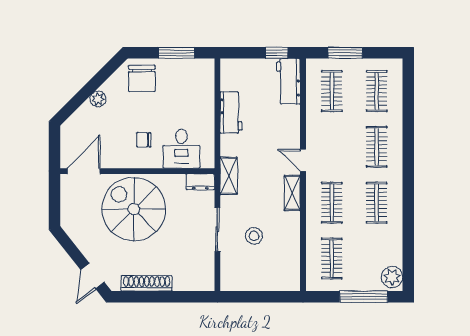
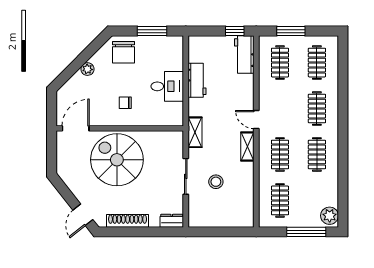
desk: (181, 149) -> (167, 86), moved, turned -90
dresser: (200, 182) -> (172, 221), moved, turned 180

